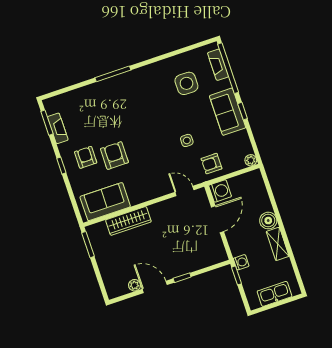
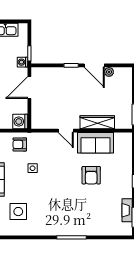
armchair: (86, 157) -> (113, 181), removed
armchair: (211, 164) -> (20, 144), turned 180
door: (184, 191) -> (66, 131), moved
sofa: (105, 202) -> (96, 143), moved
door: (218, 219) -> (29, 87), moved

